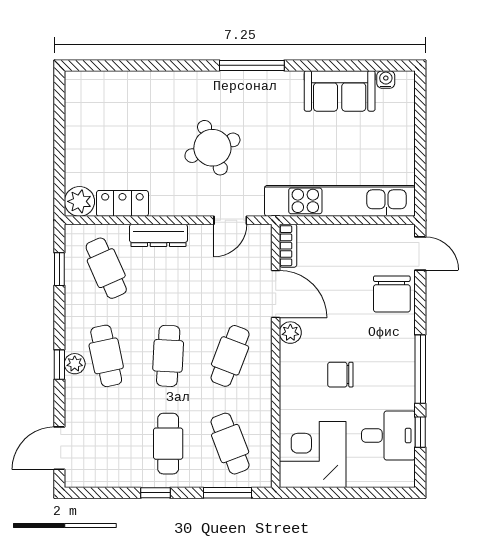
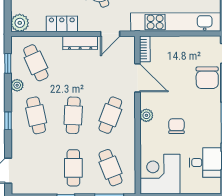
locker: (122, 203) -> (62, 24), moved
dresser: (158, 235) -> (80, 43), moved
plant: (290, 333) -> (146, 115), moved
plant: (75, 364) -> (17, 85), moved
chair: (340, 375) -> (176, 126), turned 90

